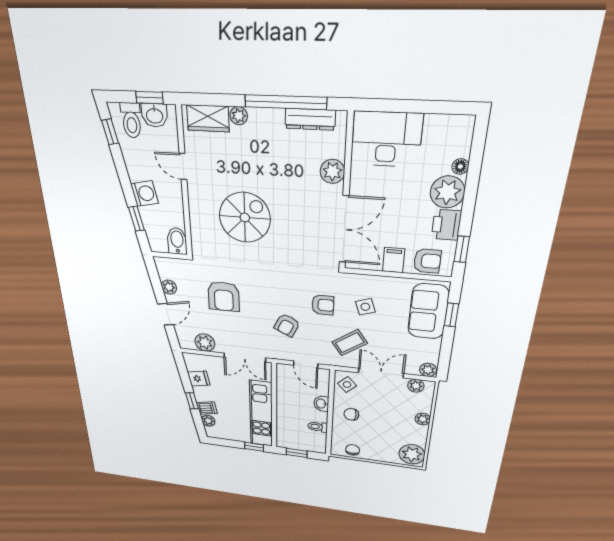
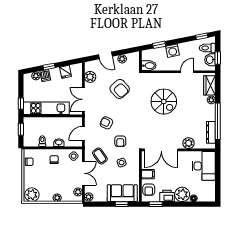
armchair: (224, 296) -> (120, 89), turned -132

